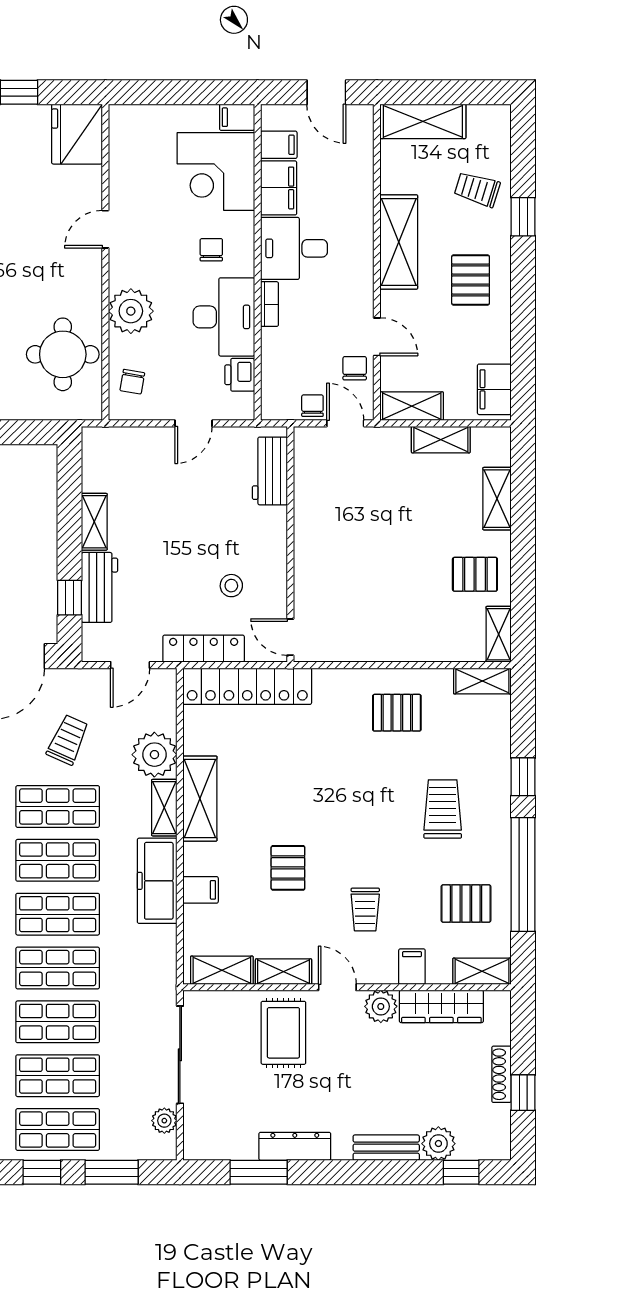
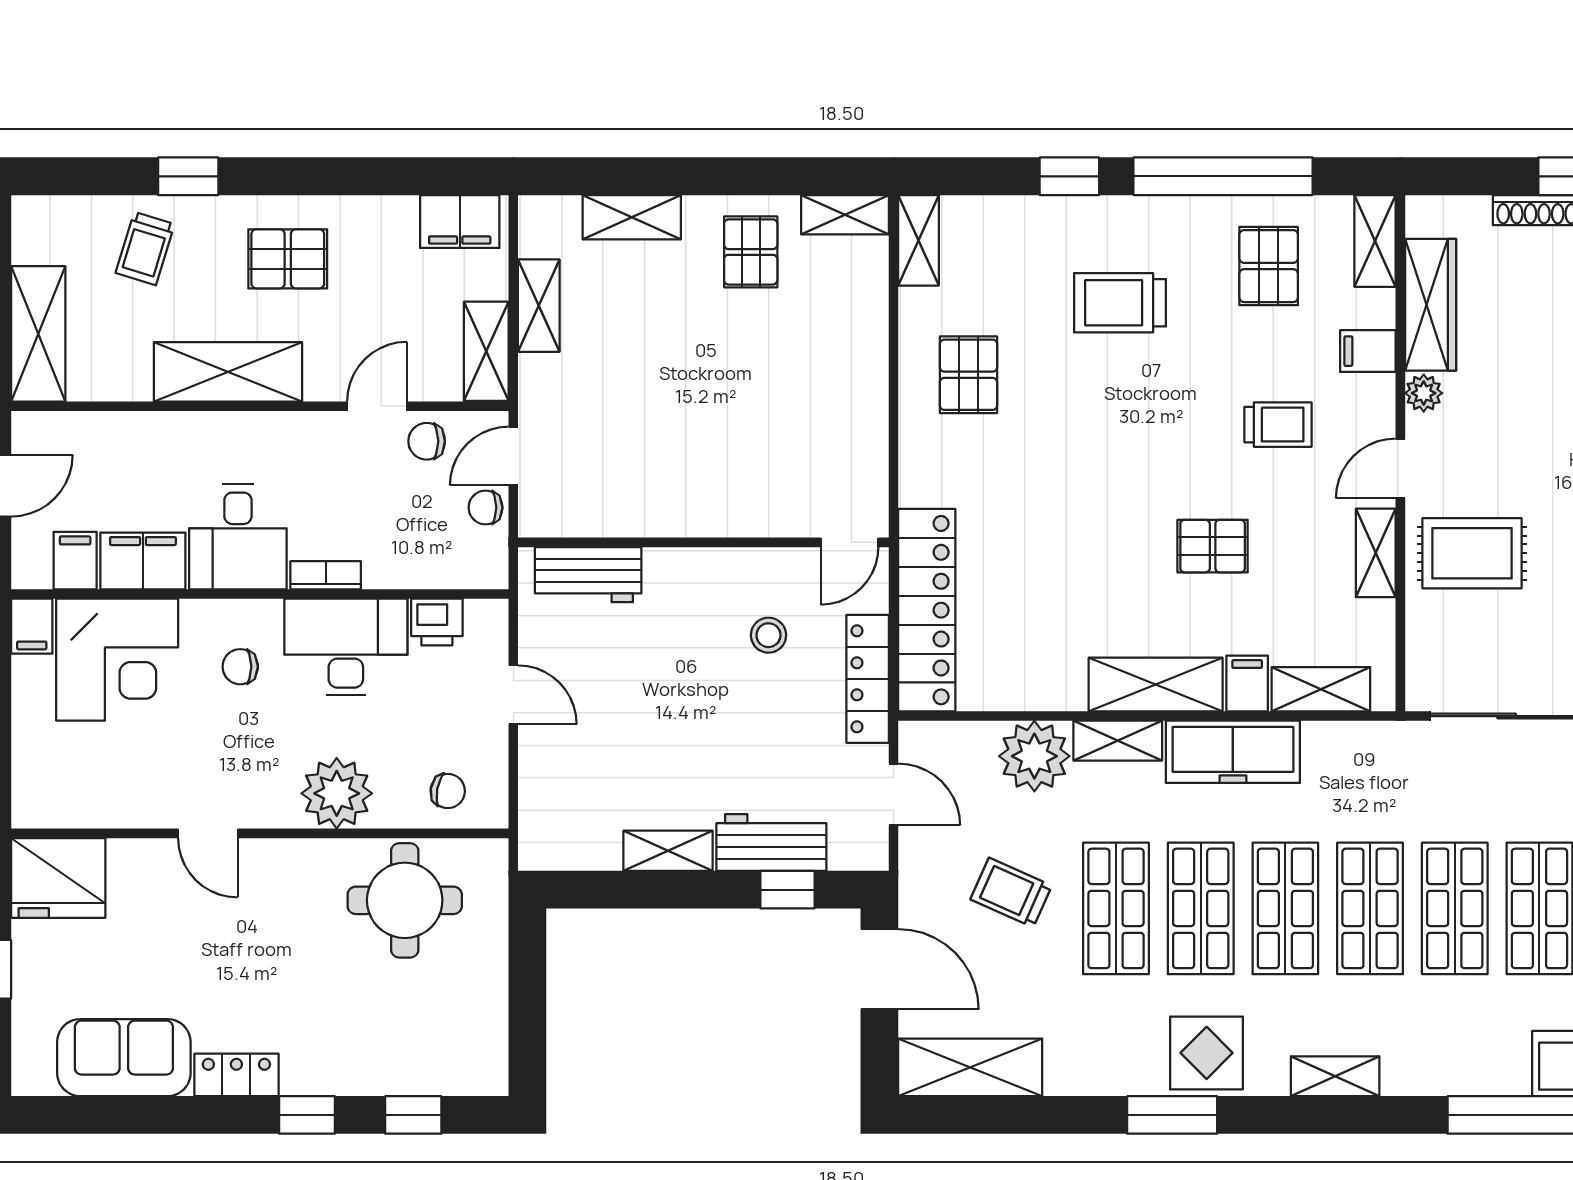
shelving: (200, 799) -> (1156, 685), moved
shelving: (222, 970) -> (1321, 689), moved, turned 90
plant: (381, 1006) -> (1424, 393), width x0.73, depth x0.73

